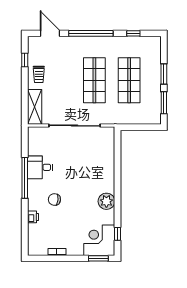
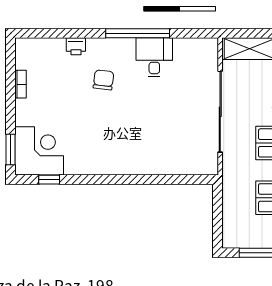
plant: (106, 201) -> (101, 162), removed

